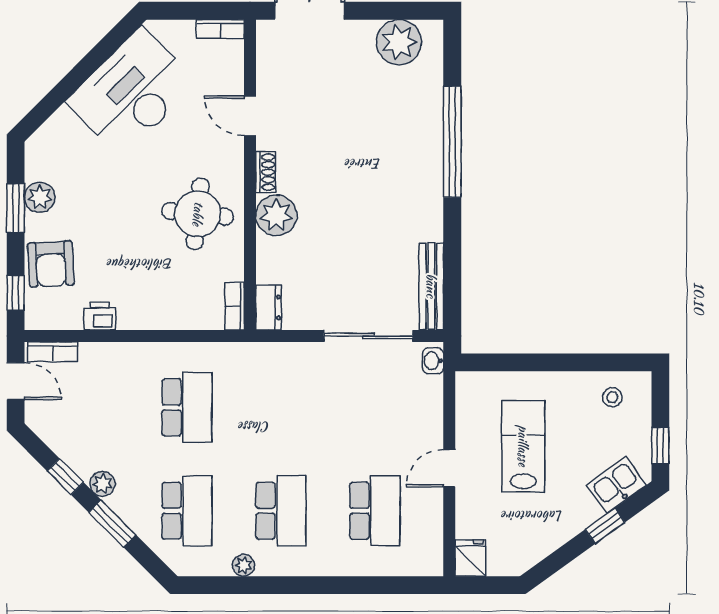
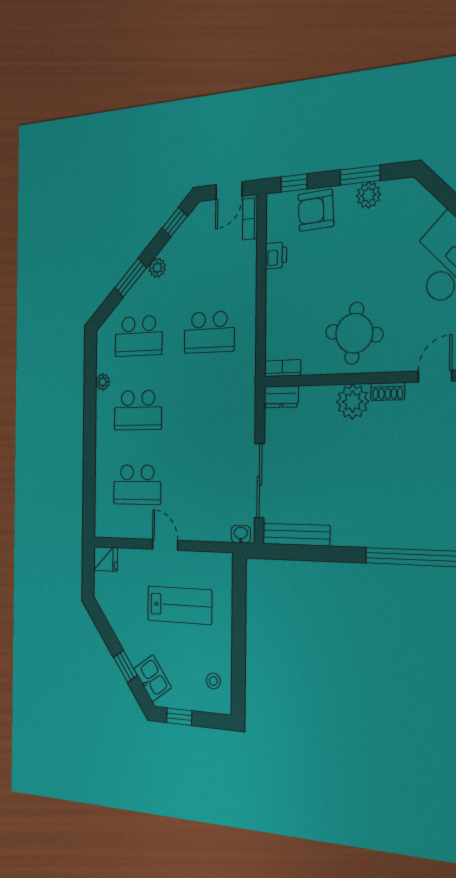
window: (65, 477) -> (175, 222), moved

